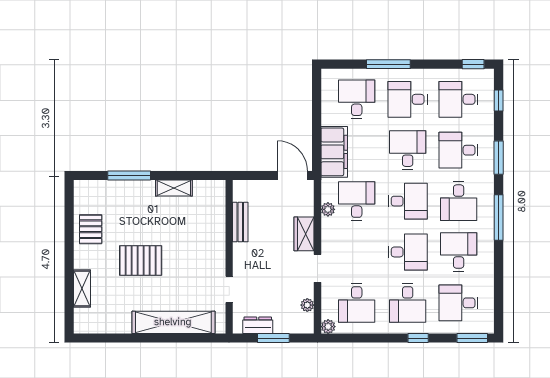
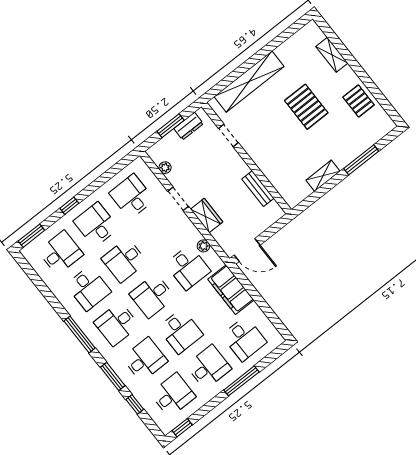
window: (499, 100) -> (135, 404), moved
desk: (459, 201) -> (117, 324), turned -90
pallet: (141, 260) -> (306, 107), turned 90
plant: (328, 327) -> (139, 164), removed

